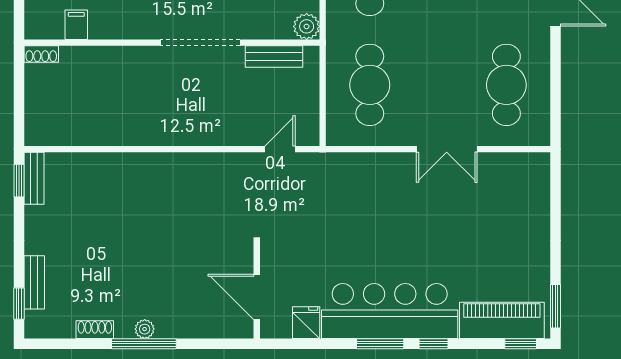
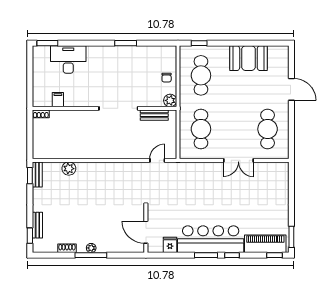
plant: (99, 166) -> (69, 169), added

